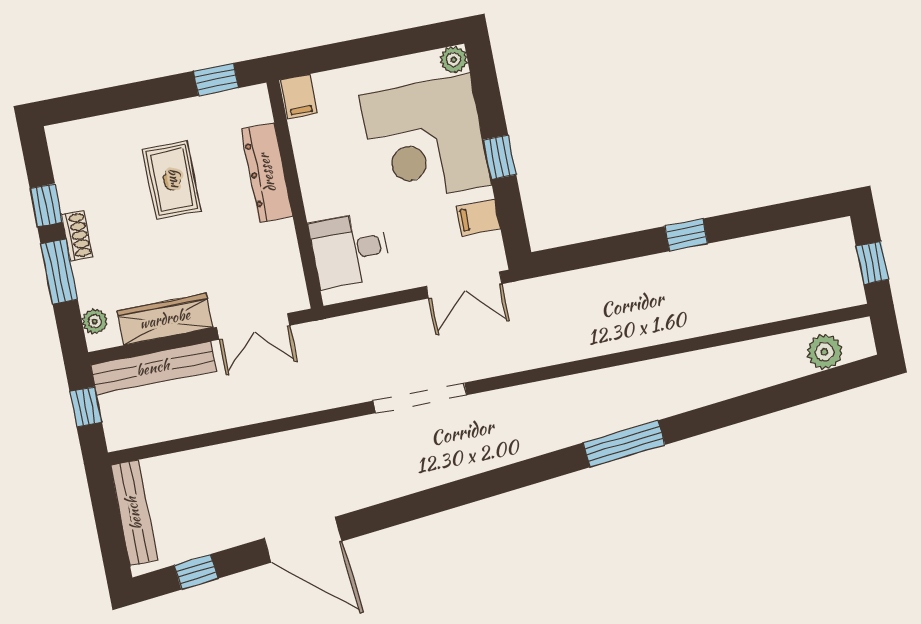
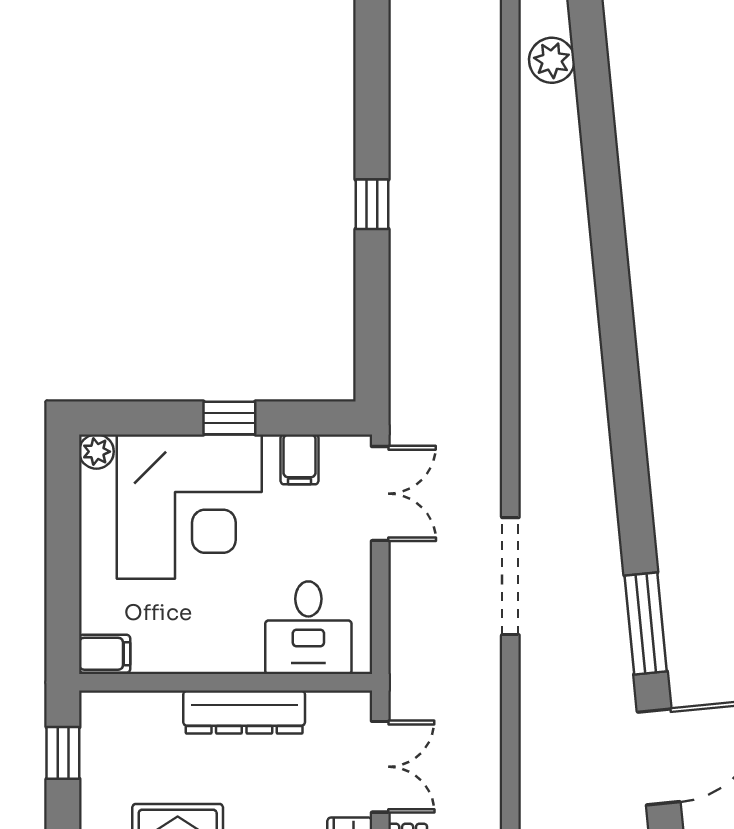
dresser: (267, 173) -> (244, 712), moved
window: (624, 444) -> (646, 623), moved

